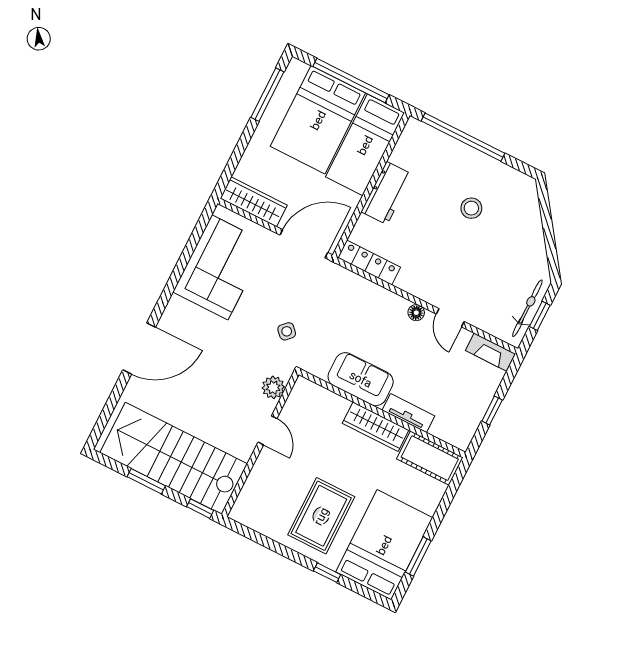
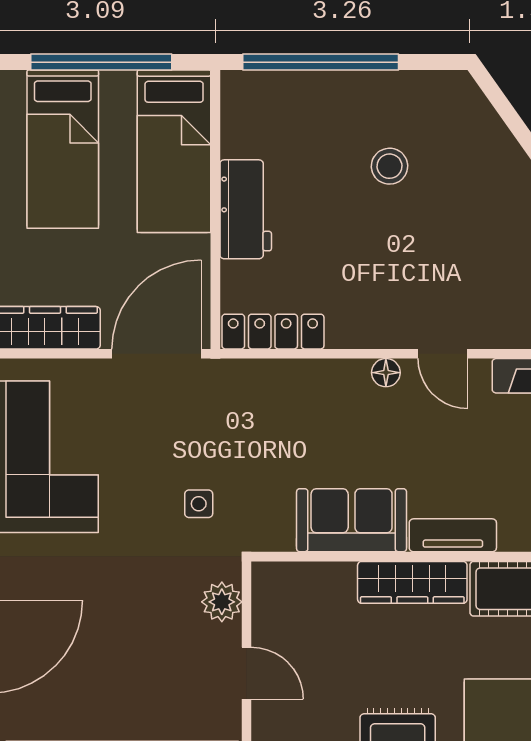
bed: (318, 120) -> (63, 149), width x0.67
side table: (287, 331) -> (199, 504), turned 45

